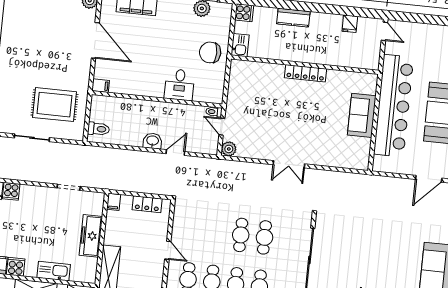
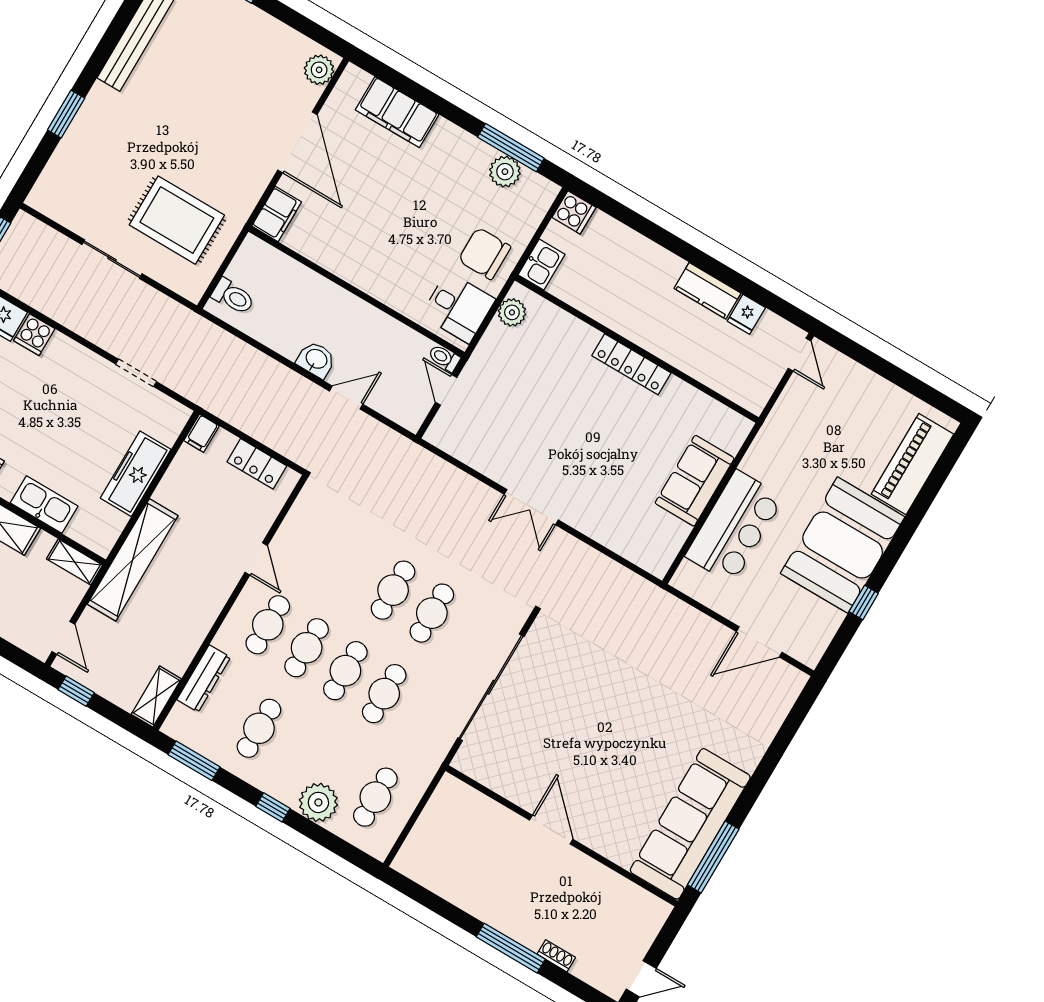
kitchen counter: (293, 18) -> (707, 291), moved
desk: (179, 85) -> (458, 307), moved, turned -90
filing cabinet: (101, 86) -> (277, 214), width x2.00
bar counter: (394, 106) -> (734, 527), width x0.54
plant: (229, 149) -> (512, 312), moved

